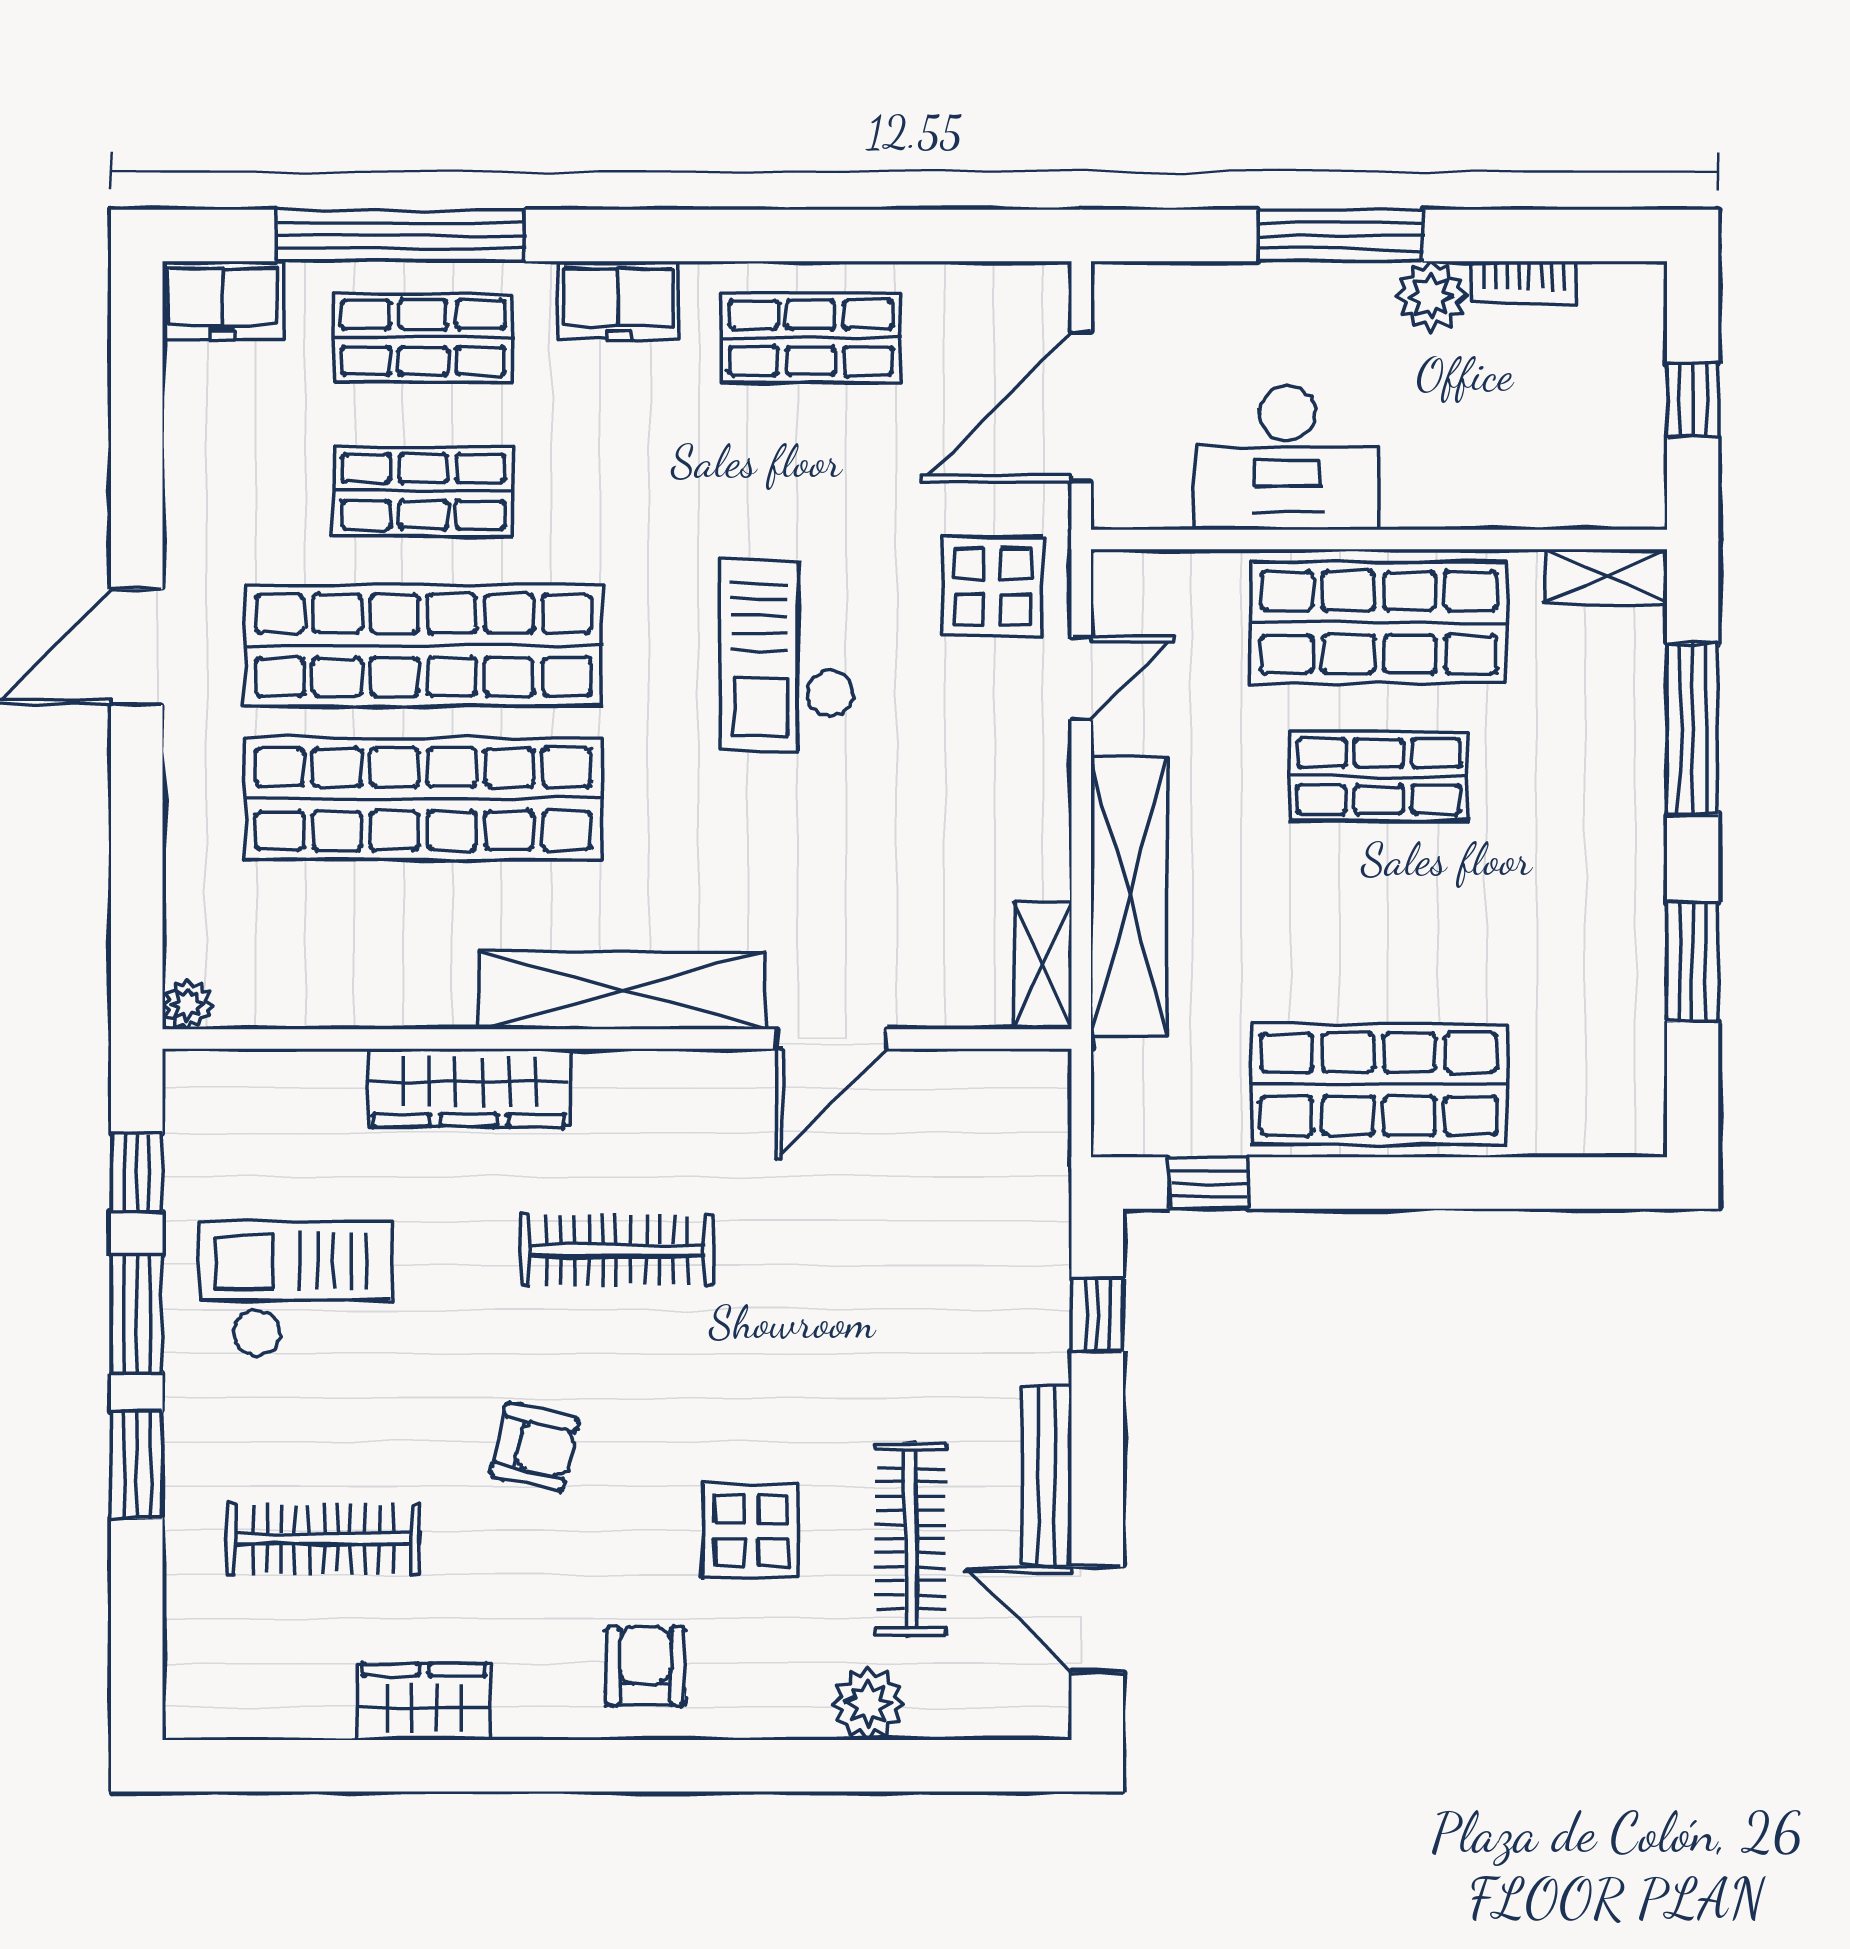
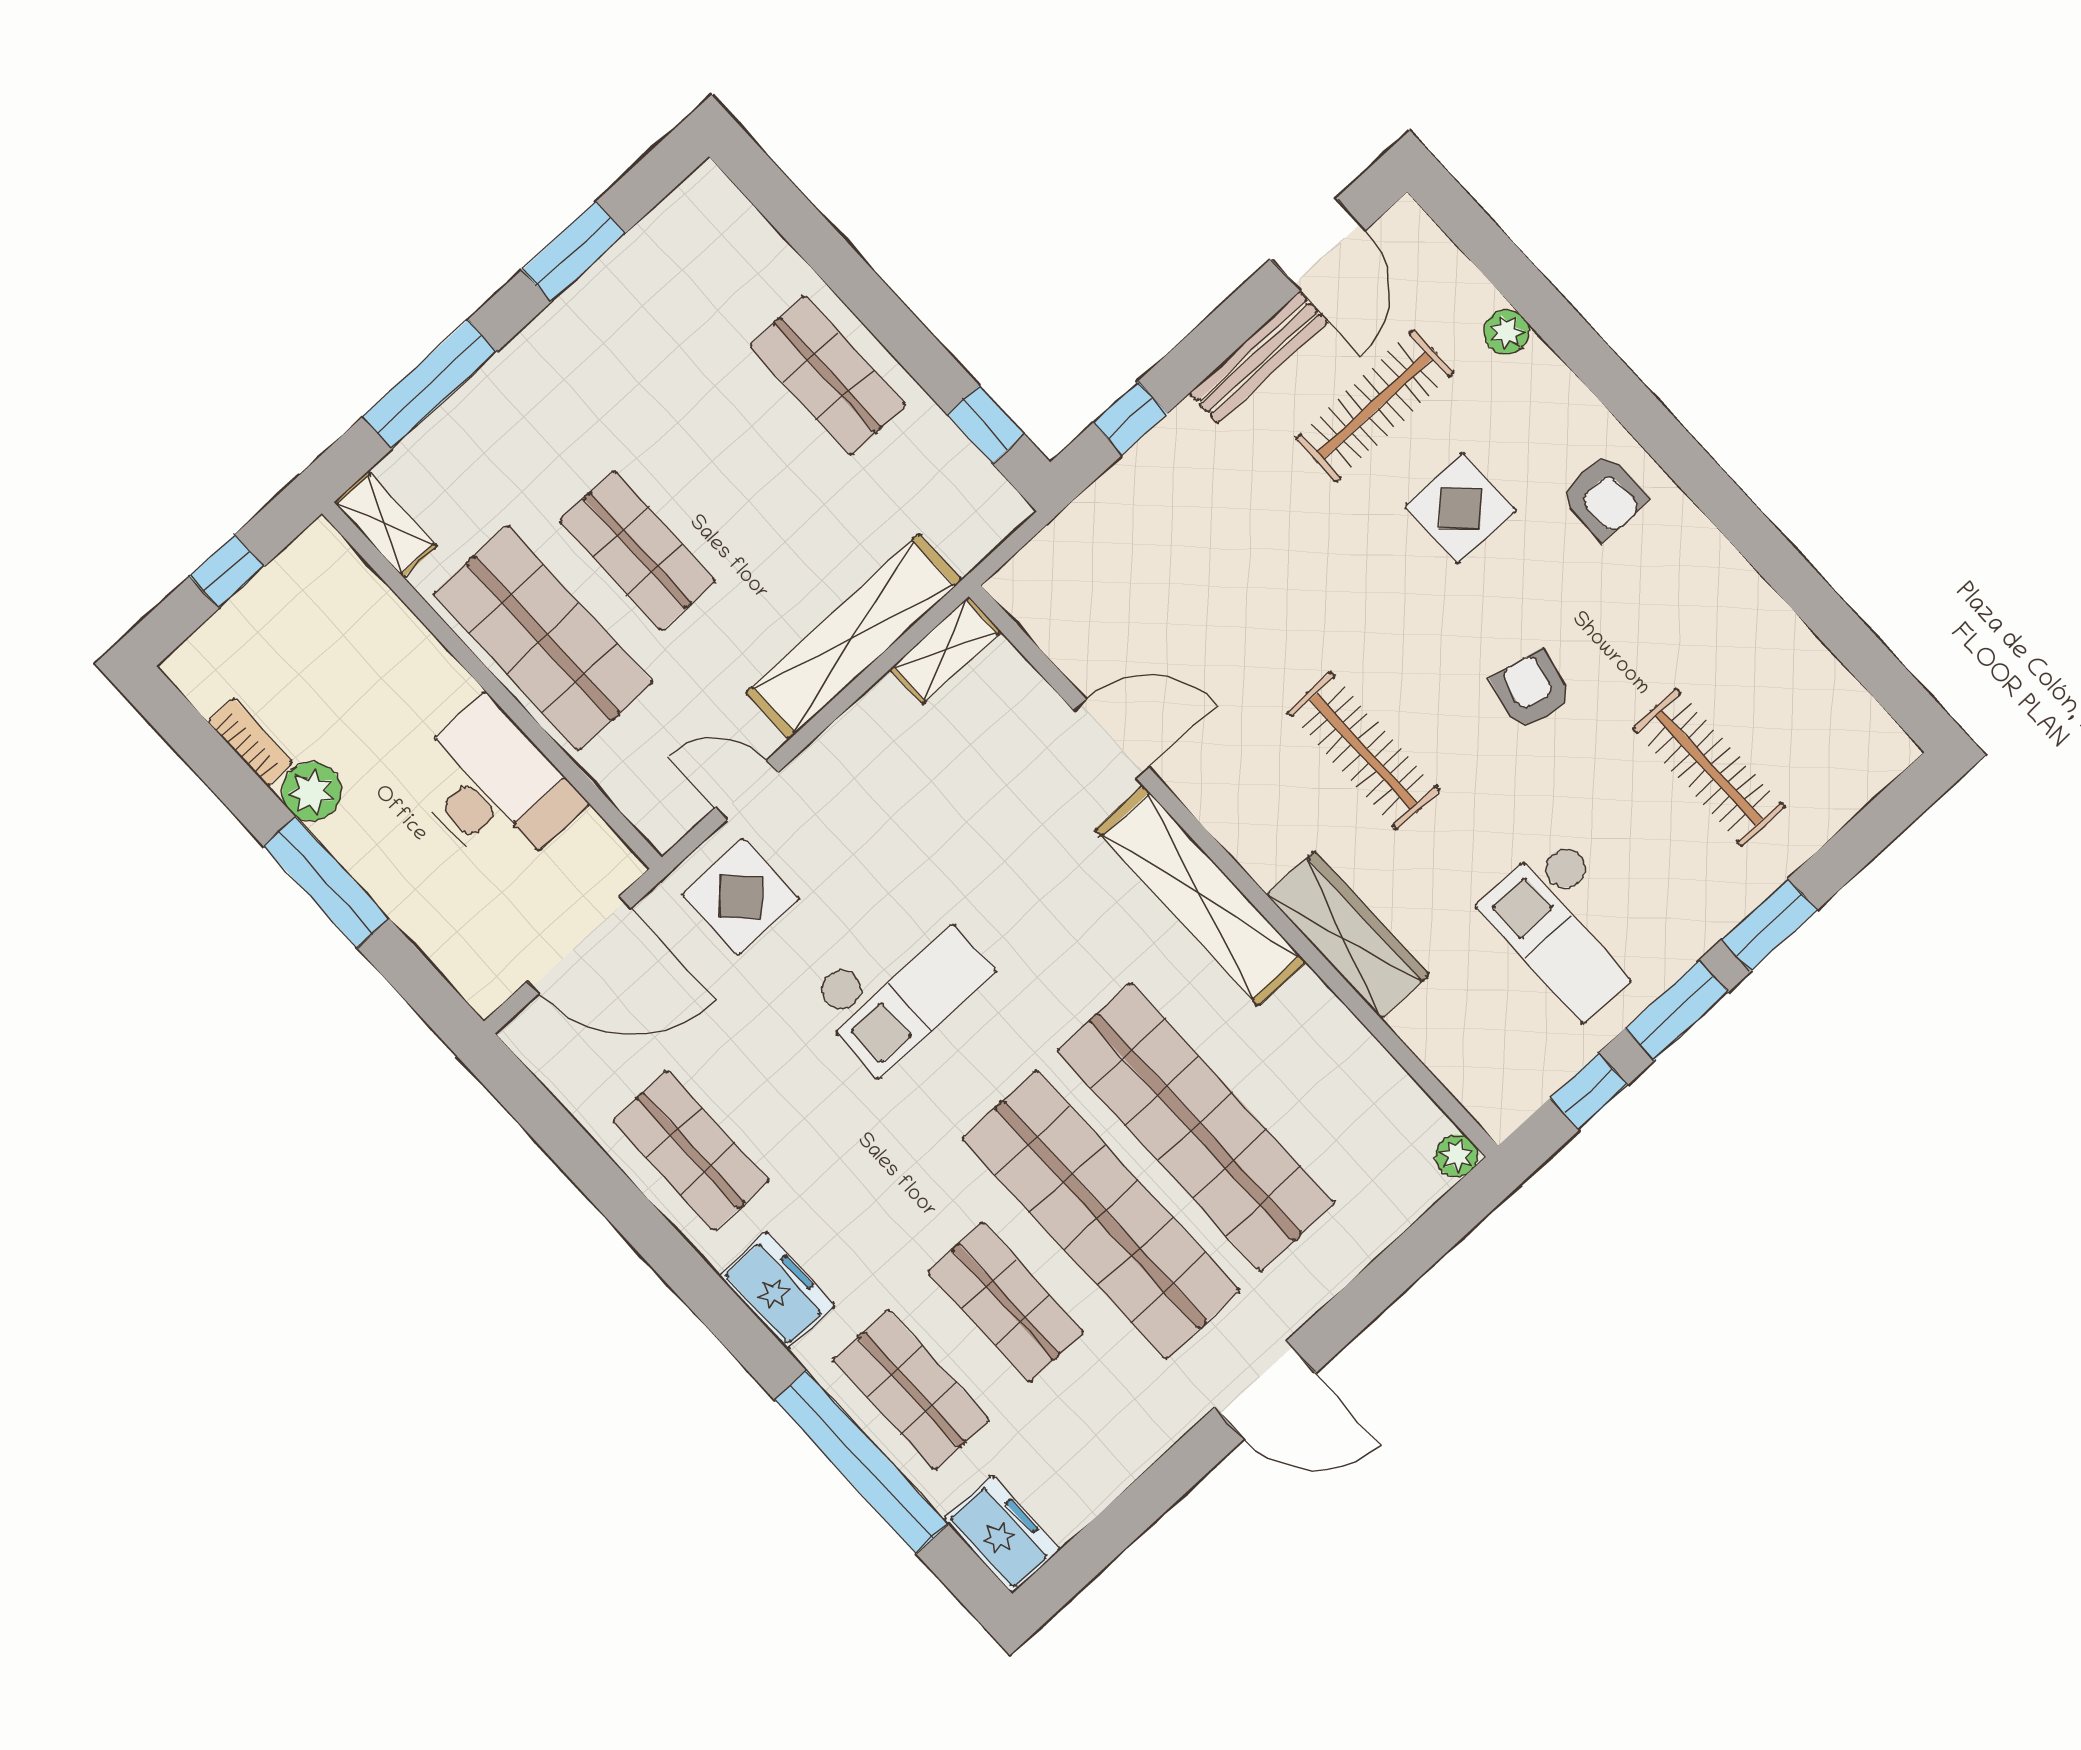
shop shelf: (1379, 1084) -> (828, 375), width x0.70, depth x0.74
armchair: (645, 1666) -> (1604, 497), turned -90
wardrobe: (424, 1702) -> (1752, 613), removed
plant: (868, 1704) -> (1506, 332), width x0.73, depth x0.73

